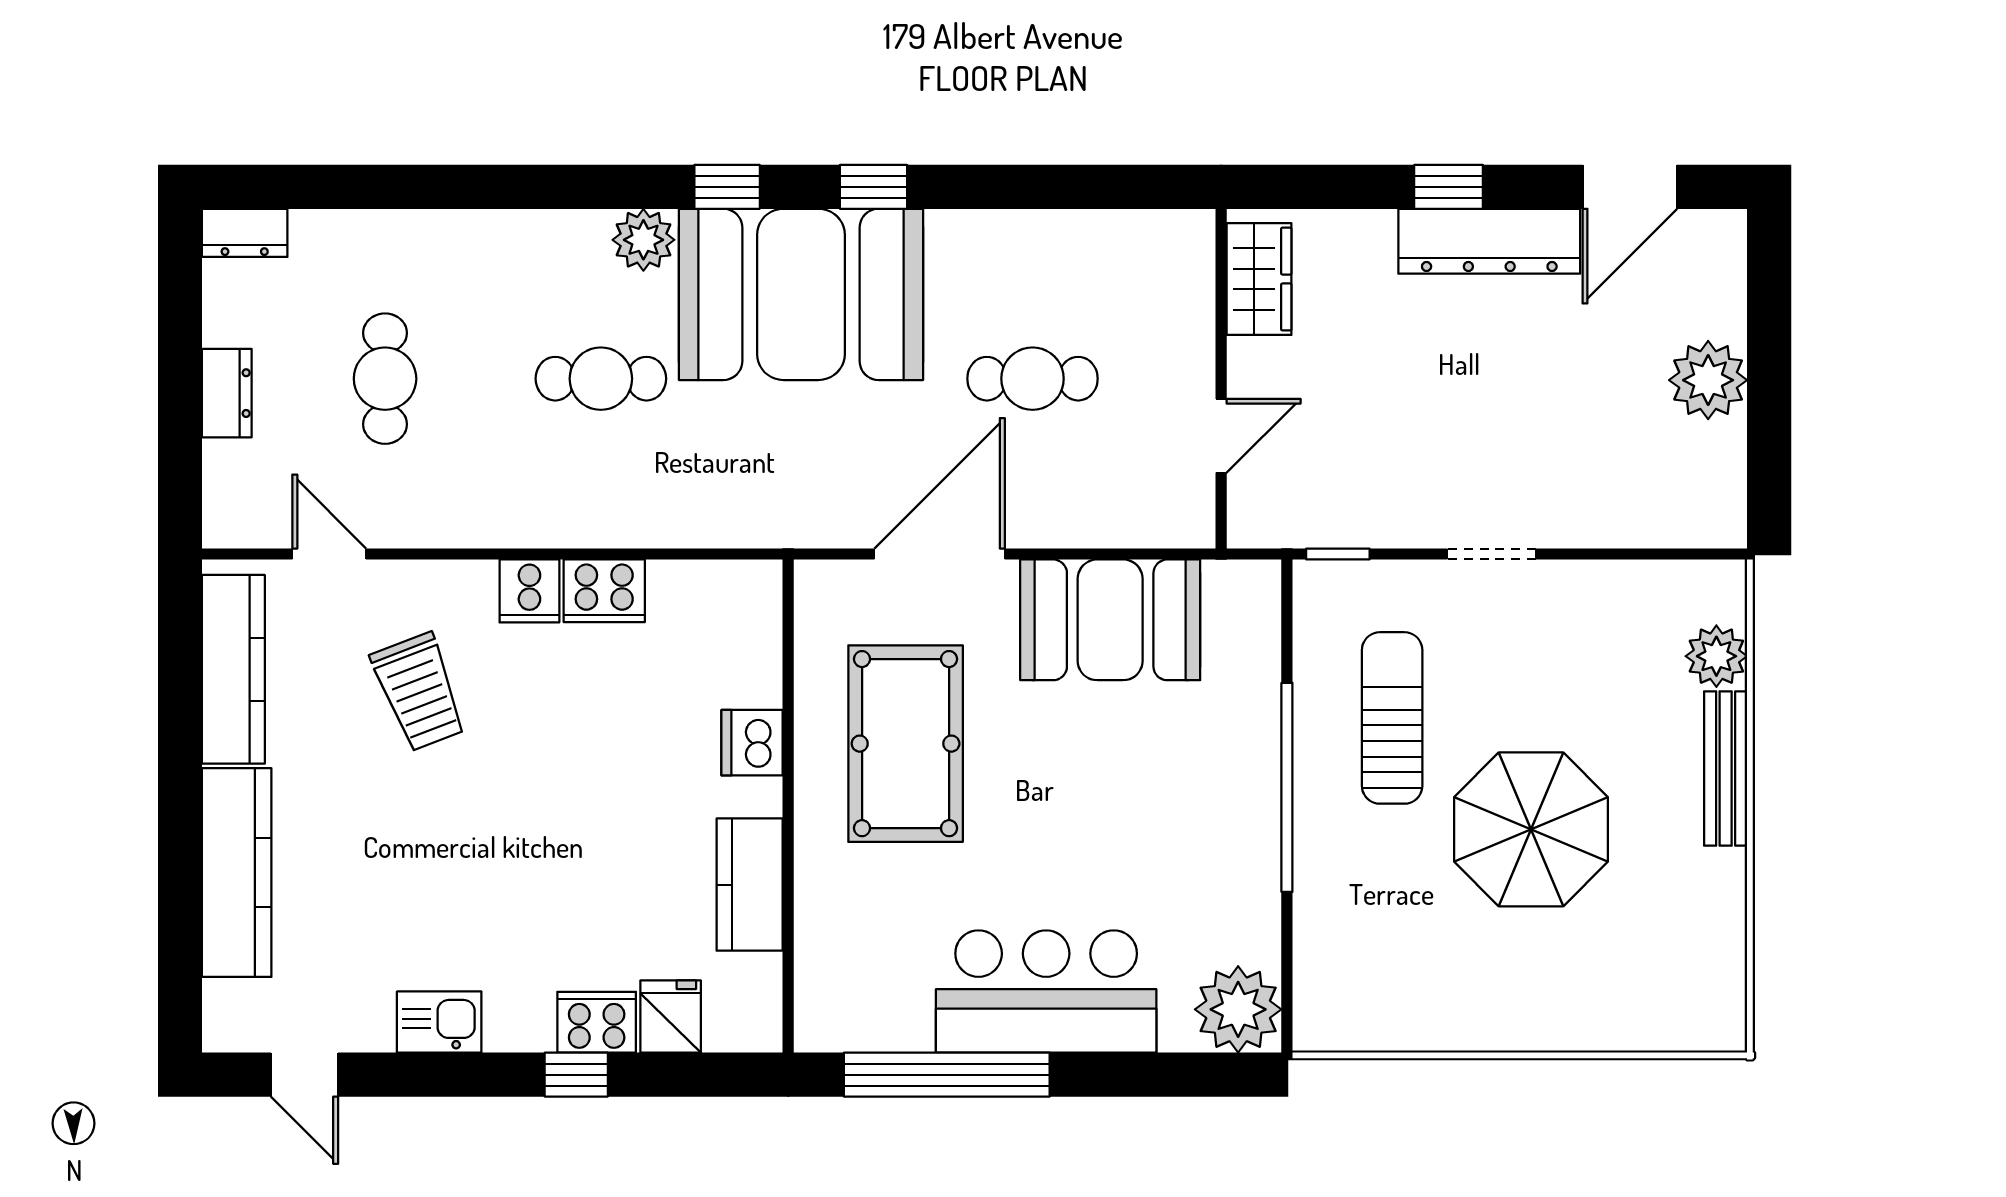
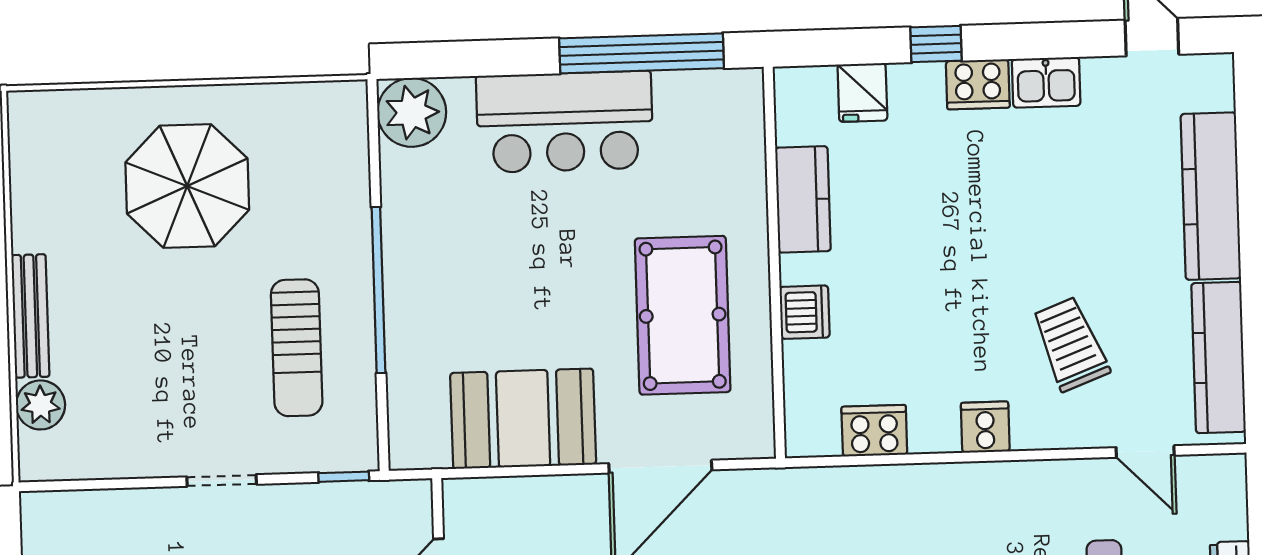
cooker: (604, 591) -> (874, 431), moved
parasol: (1531, 829) -> (187, 186), moved
cooker: (597, 1022) -> (978, 84), moved

